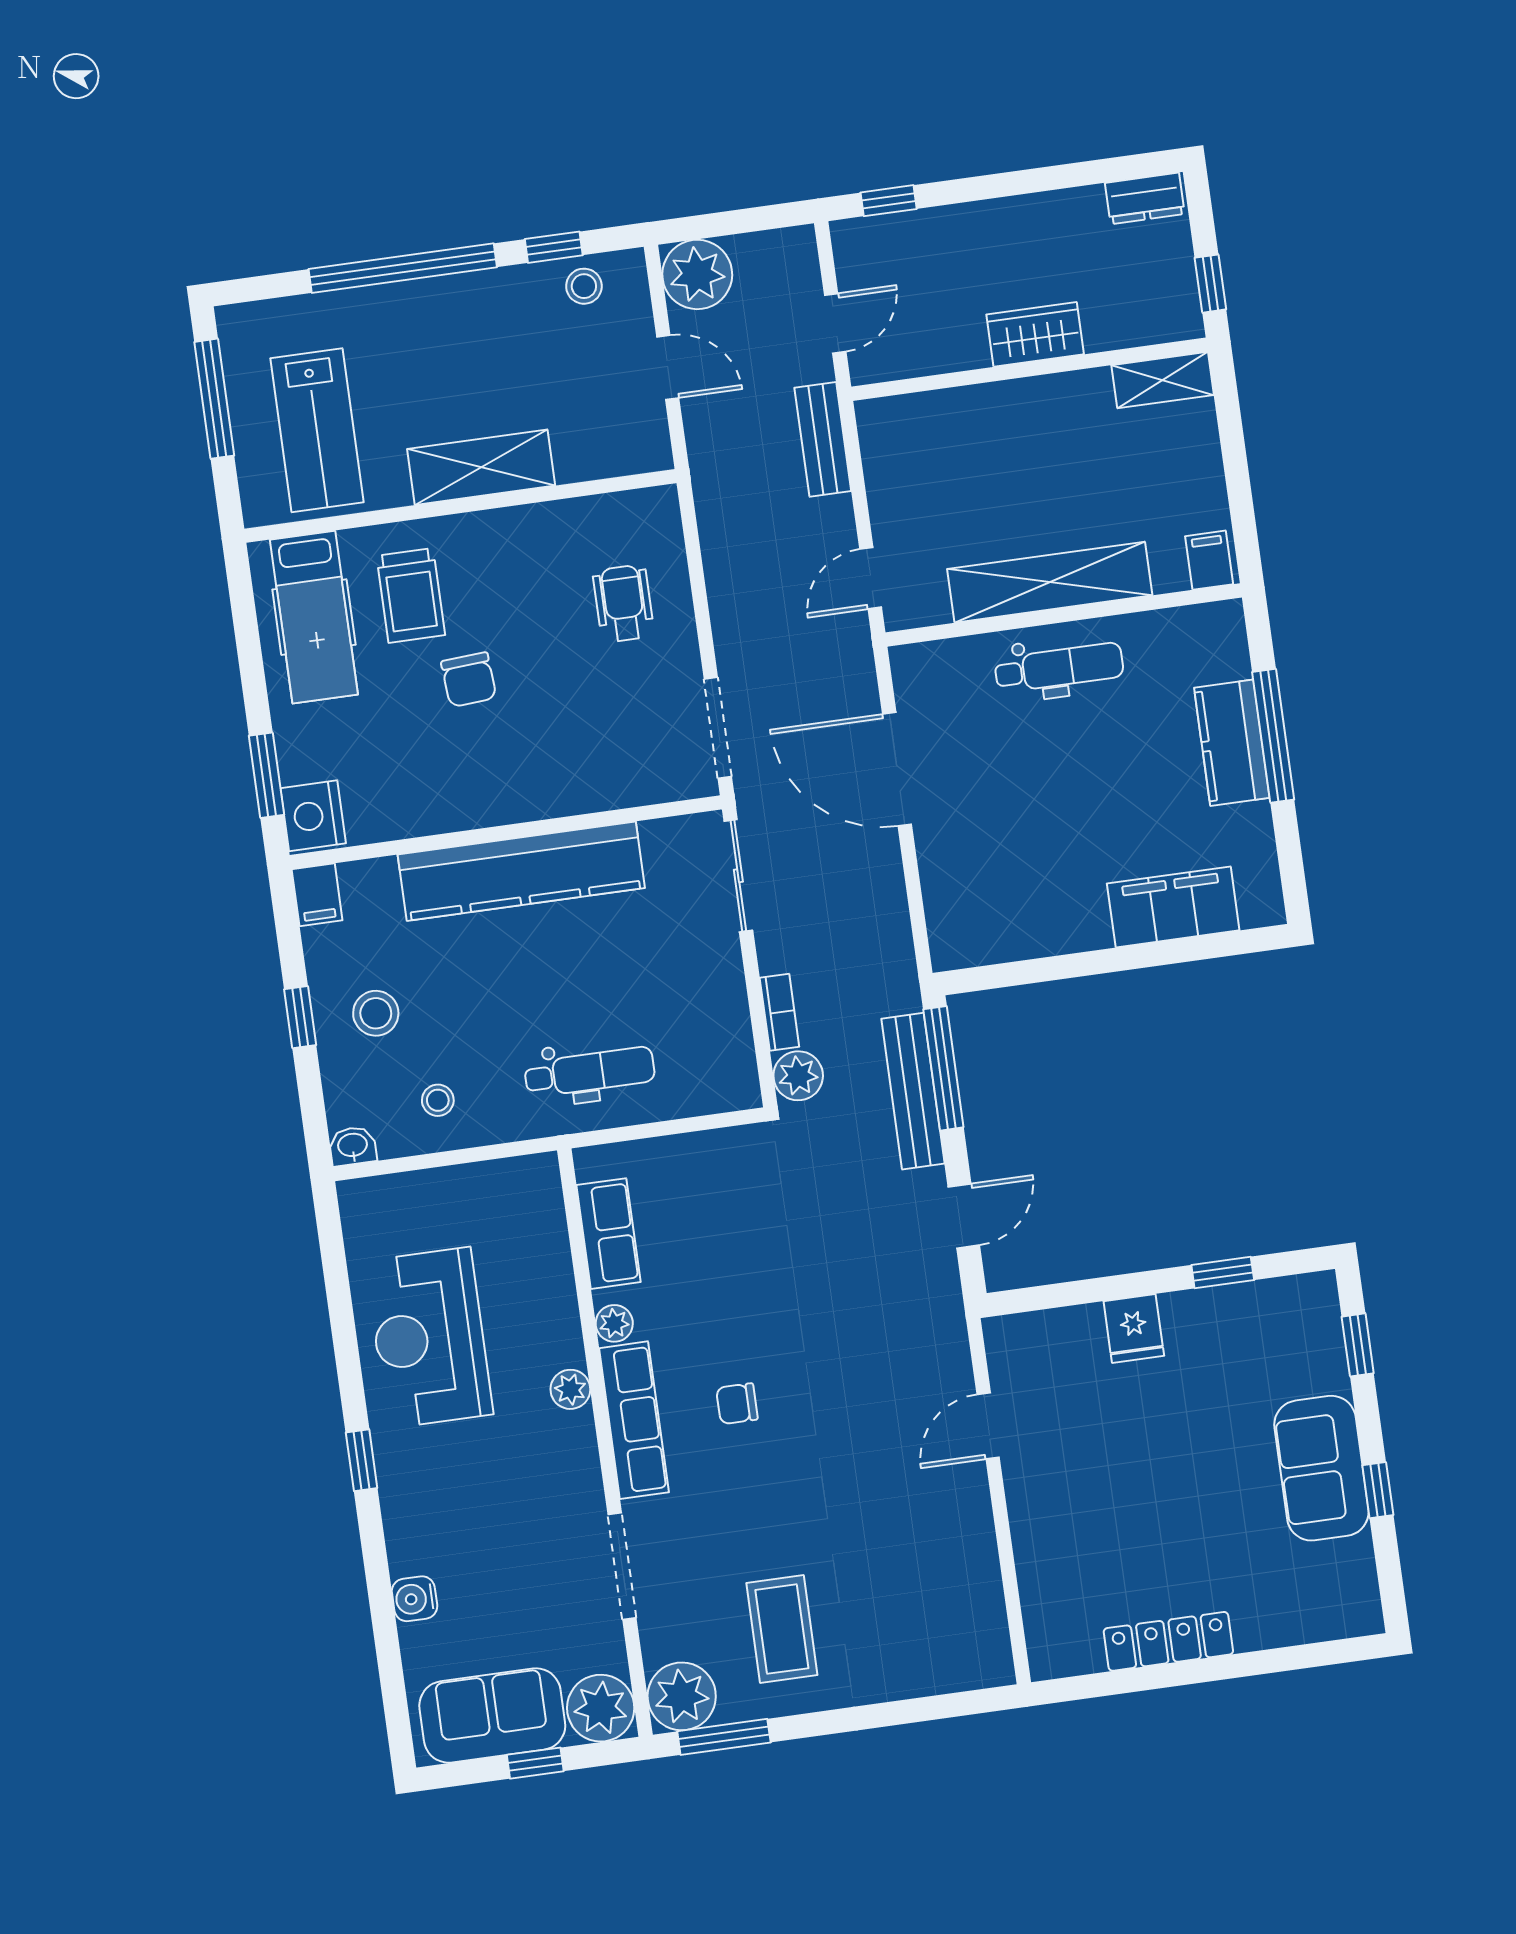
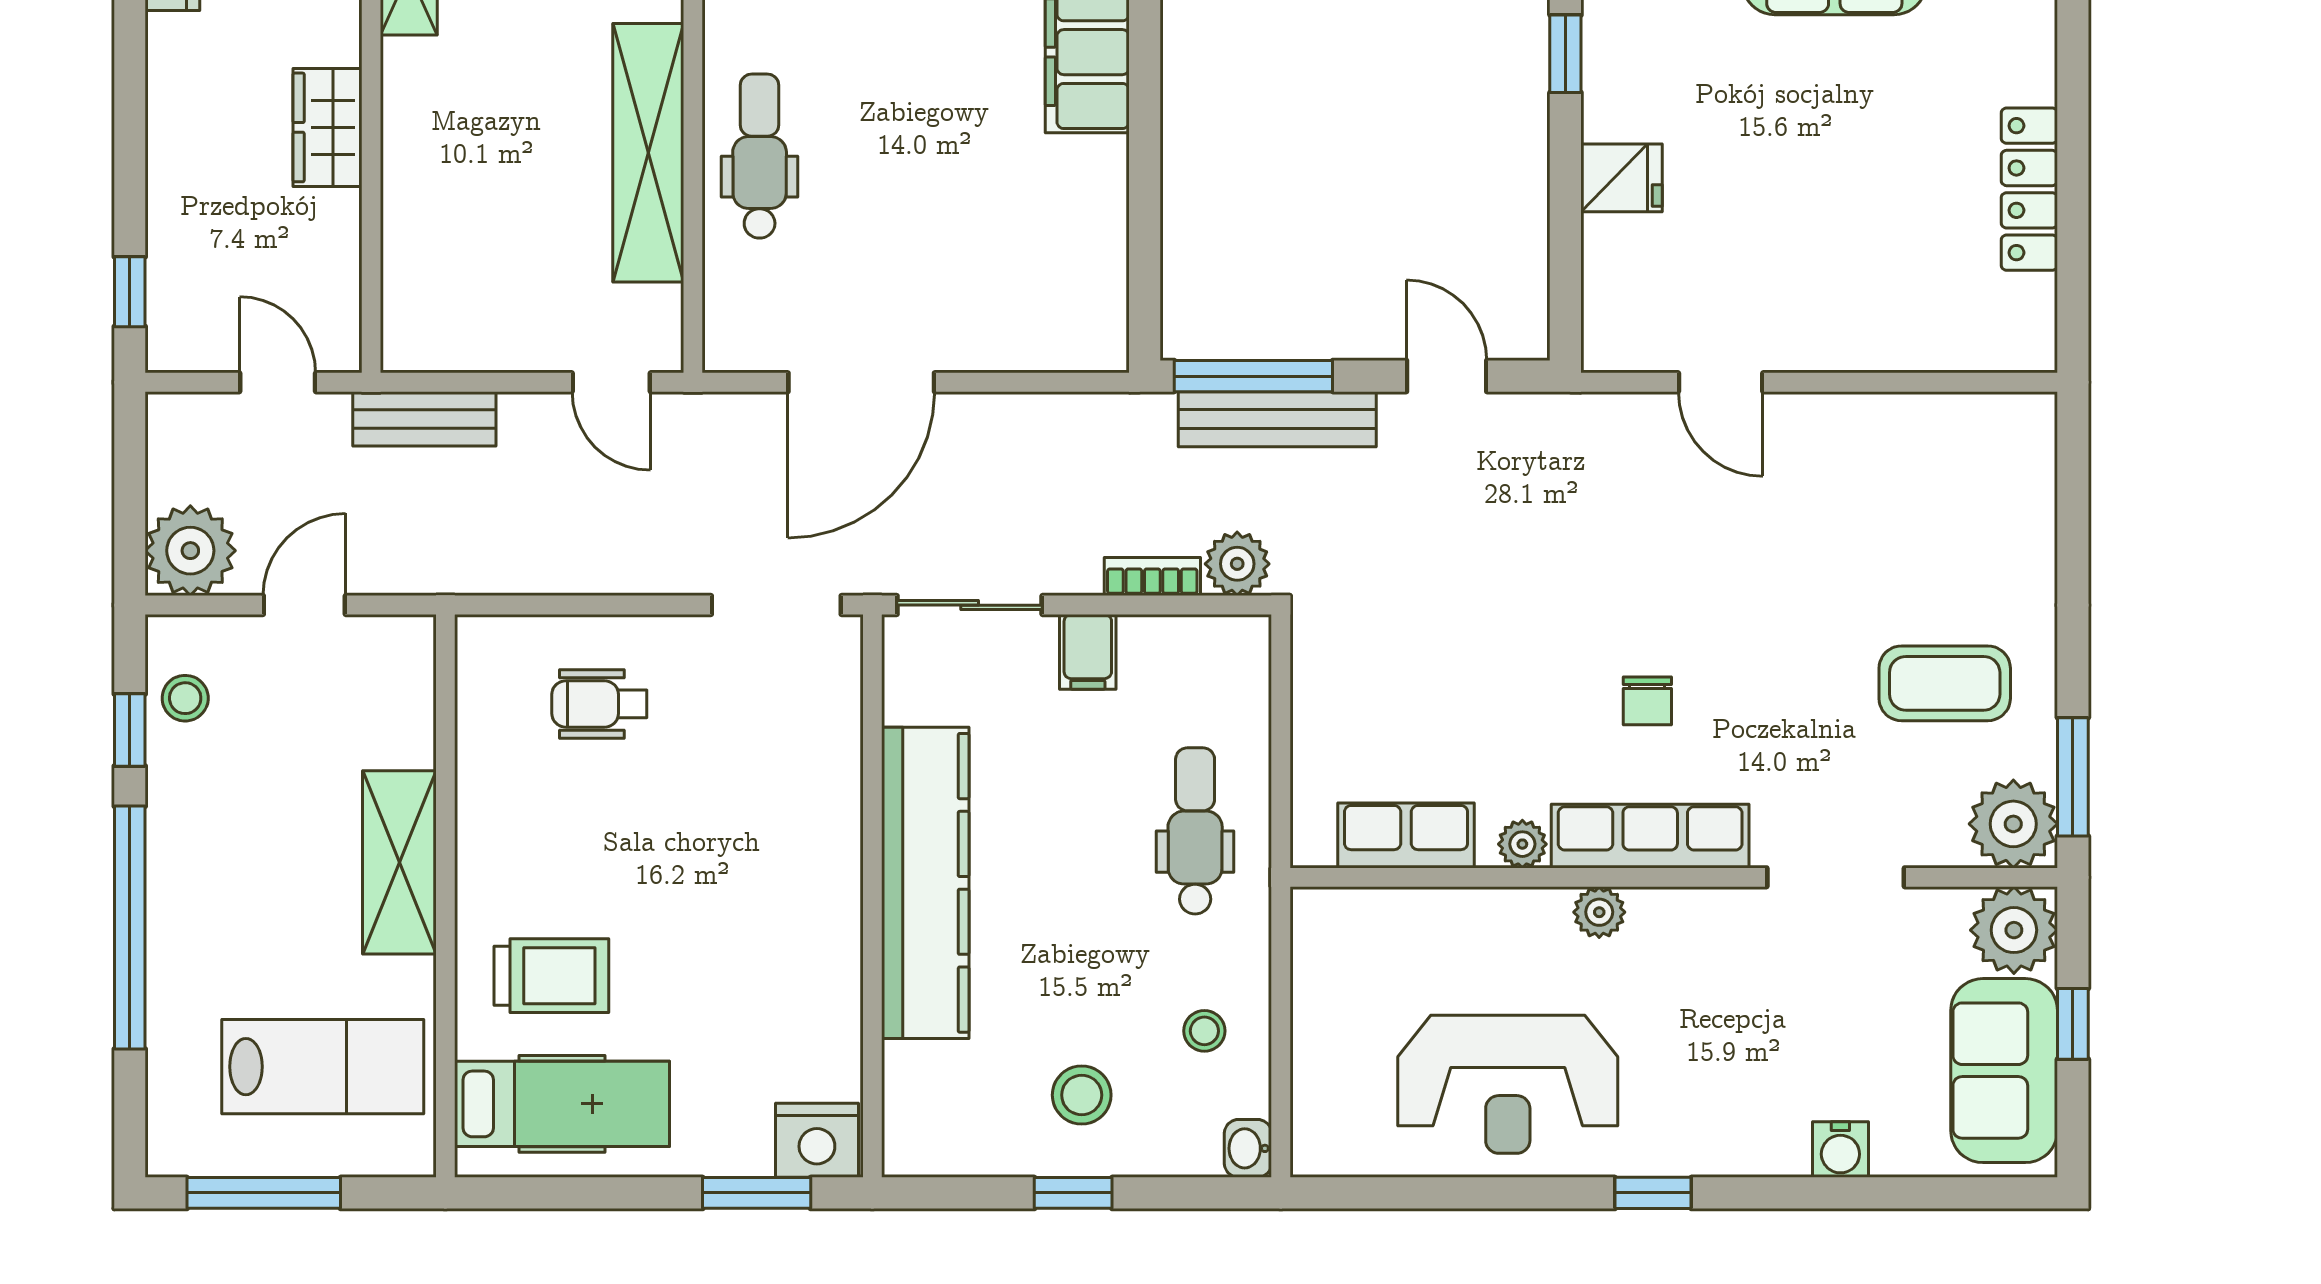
chair: (469, 680) -> (670, 916), removed
filing cabinet: (317, 895) -> (1088, 652), moved, turned 90

